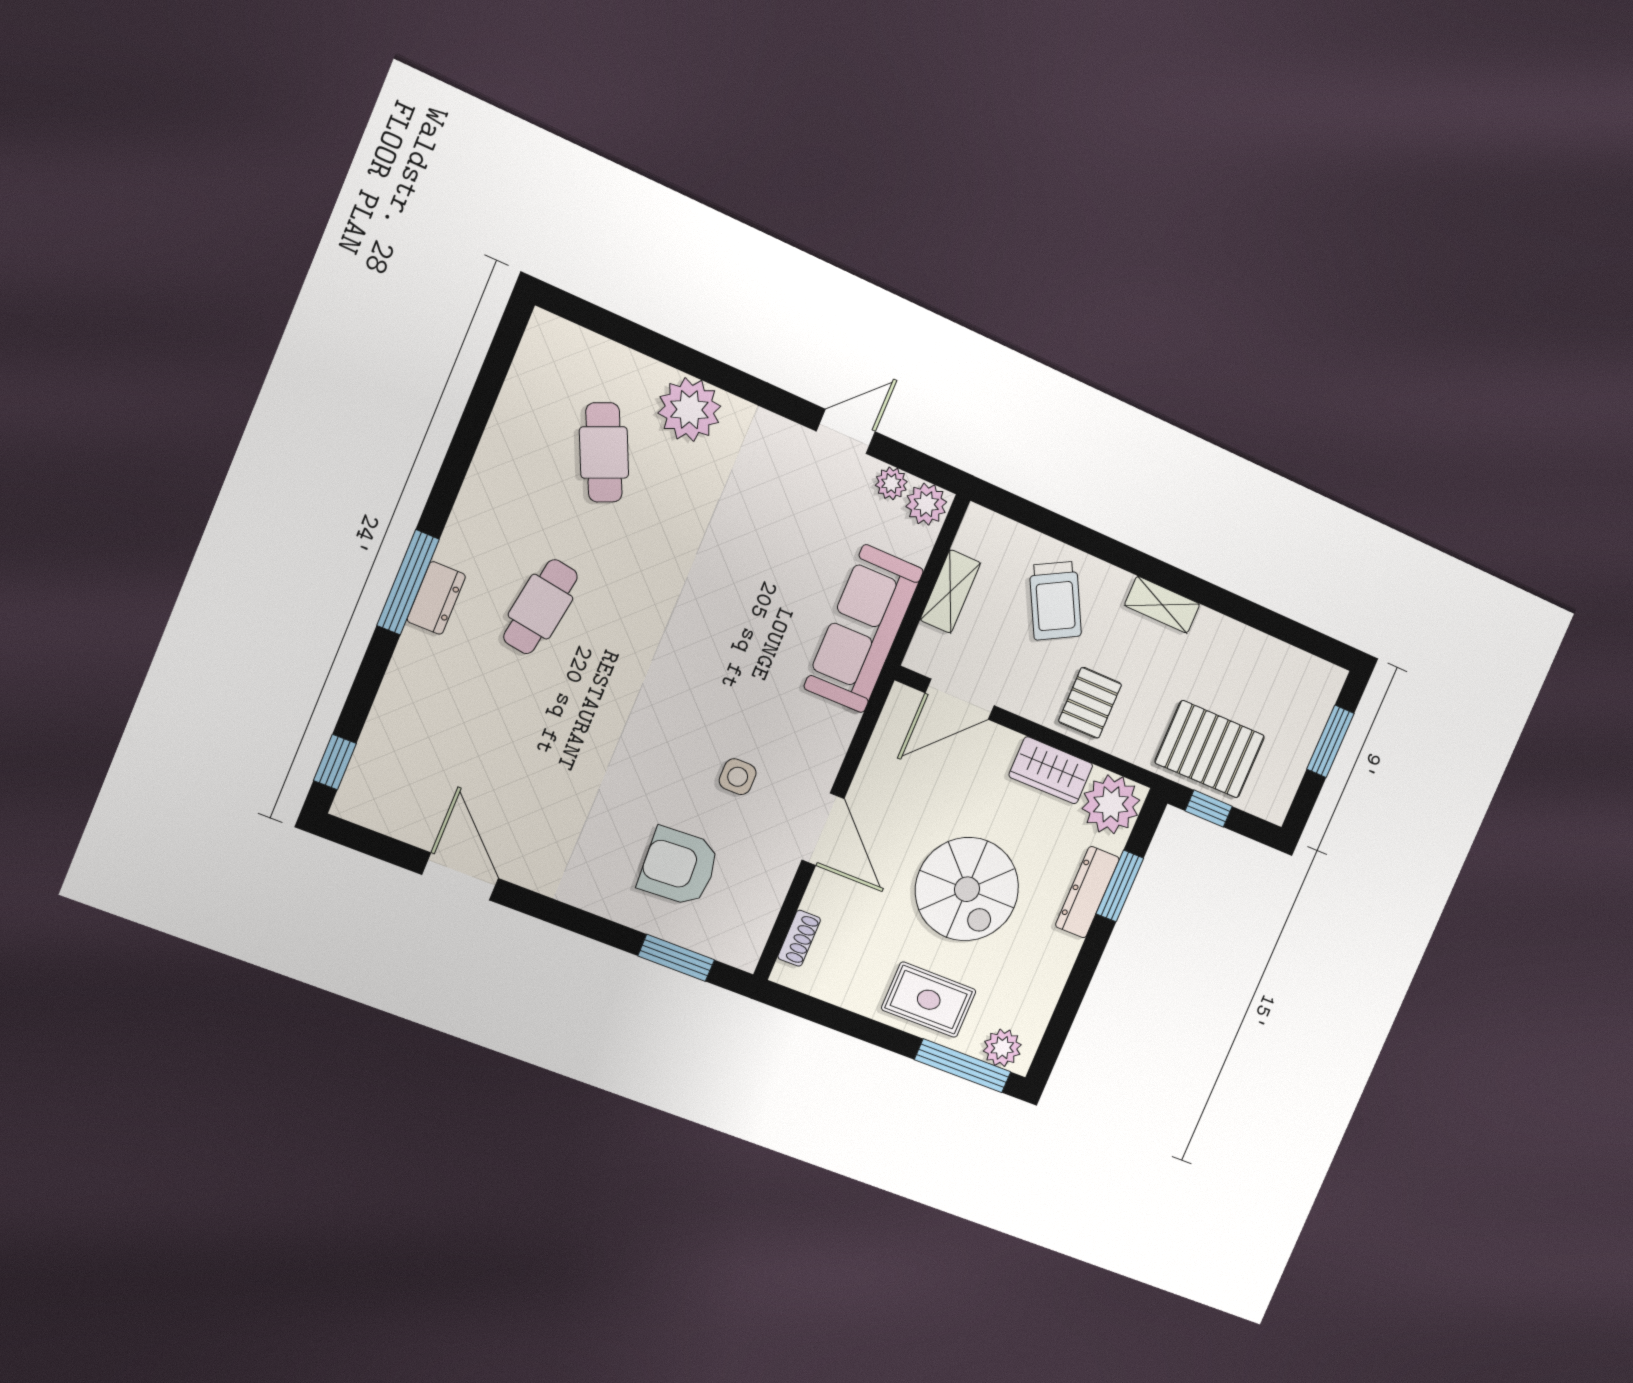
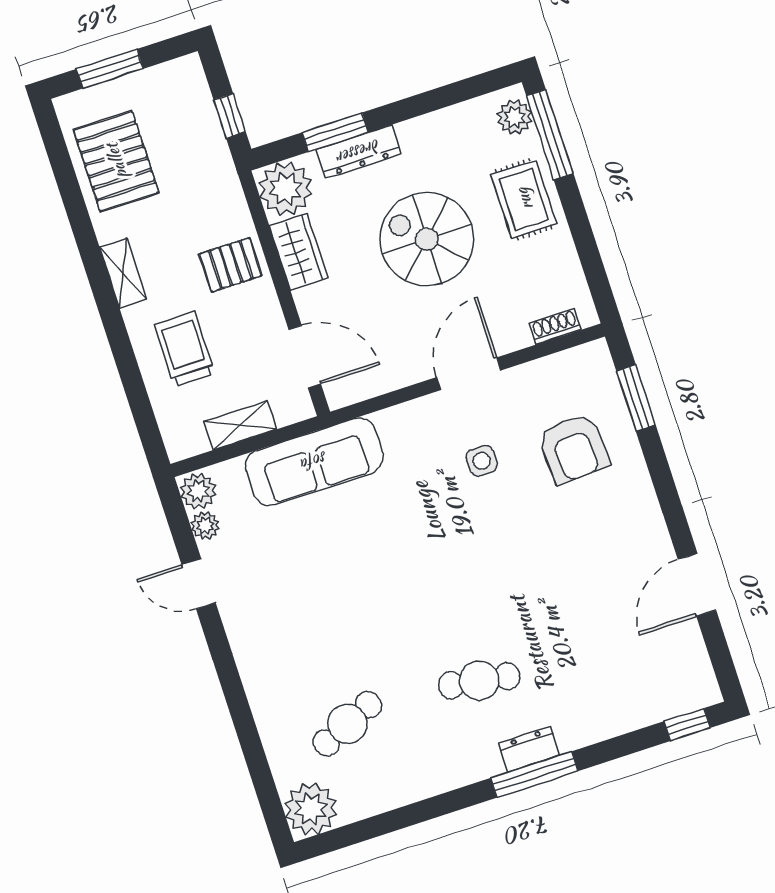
plant: (689, 410) -> (311, 809), moved
trolley: (1055, 601) -> (185, 349), turned -62
pallet: (1210, 749) -> (116, 161), moved
spiral stairs: (967, 889) -> (427, 239), turned -90

